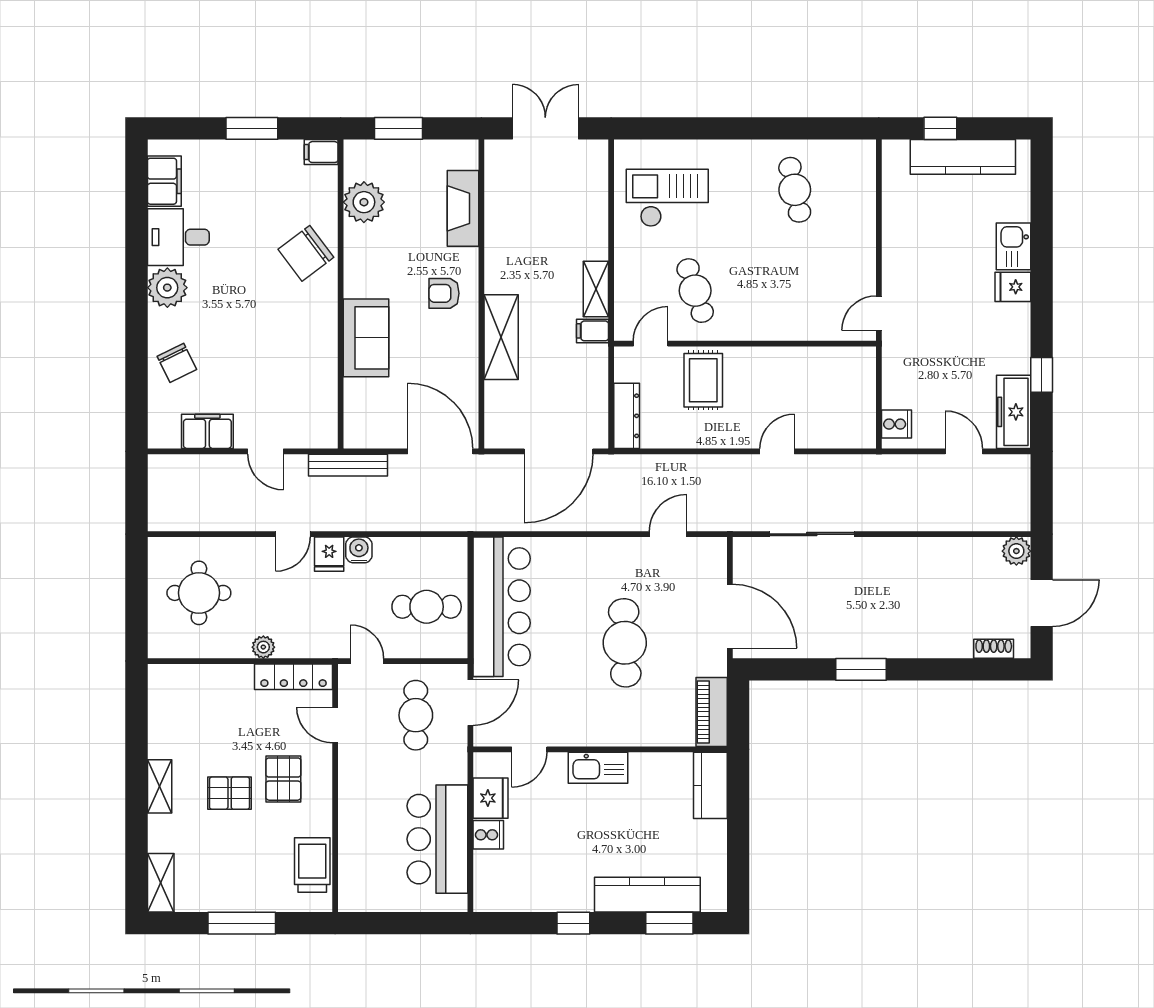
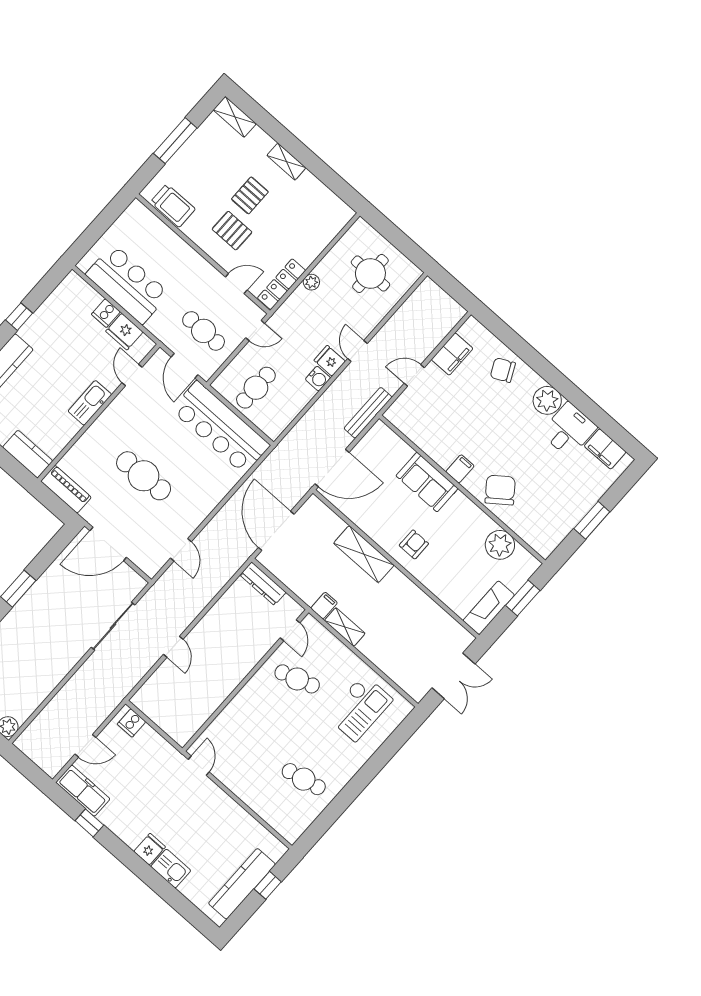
filing cabinet: (321, 152) -> (460, 469), moved
fireplace: (463, 208) -> (489, 608), moved, turned -90
rug: (703, 380) -> (246, 641), removed

